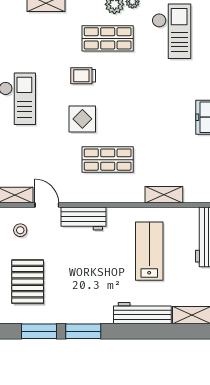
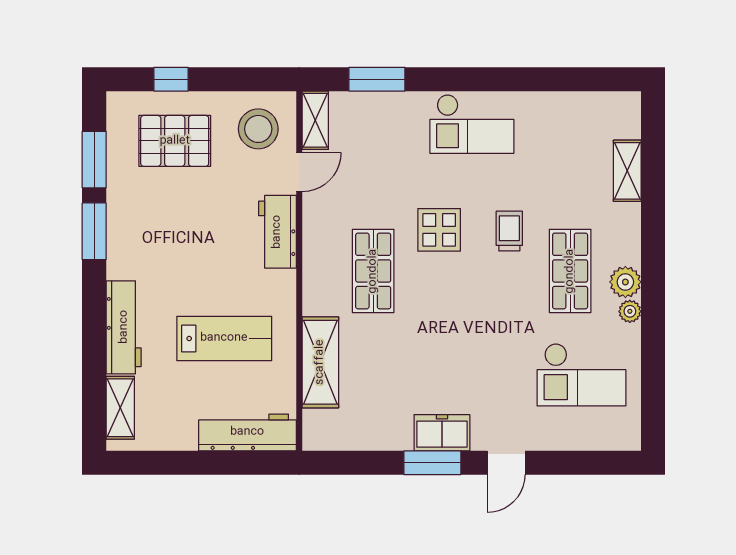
shelving: (164, 195) -> (320, 362), width x1.50, depth x1.33
stool: (20, 230) -> (258, 129), width x1.89, depth x1.89

